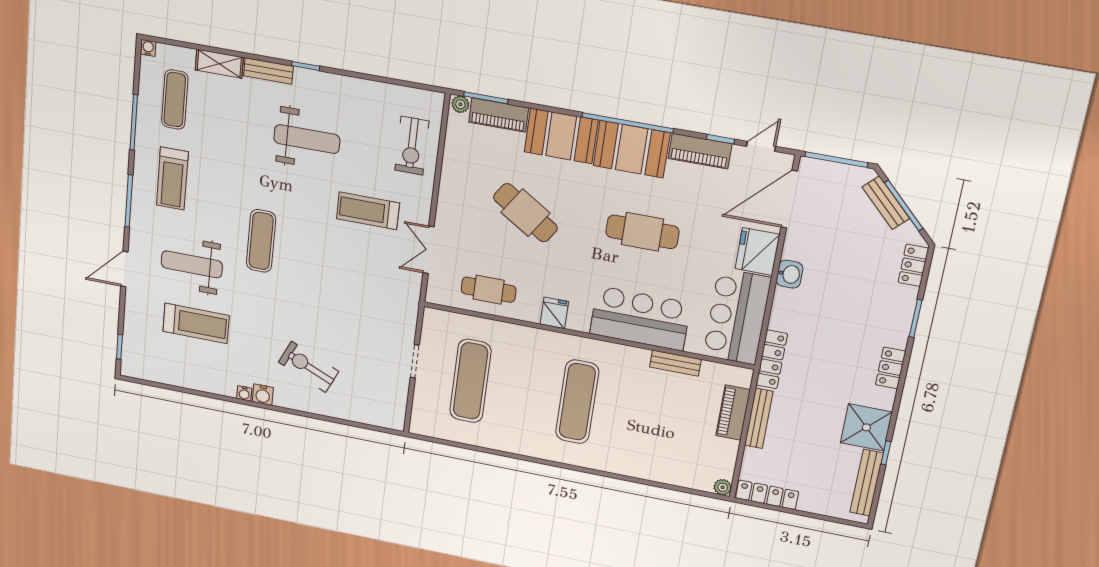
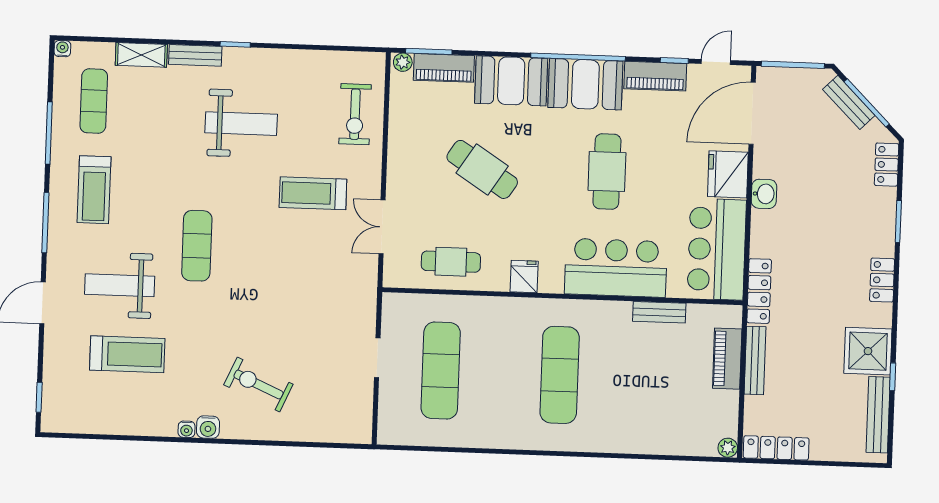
cafe table: (642, 232) -> (607, 171), turned 90

